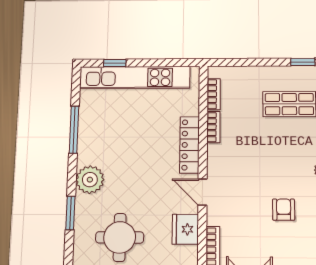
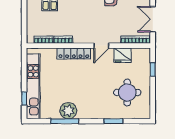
plant: (90, 180) -> (68, 111), moved

